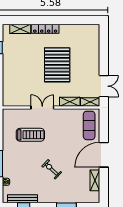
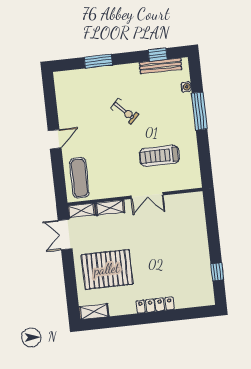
shelving: (20, 29) -> (94, 312), moved
pallet: (57, 65) -> (107, 269), moved, turned 90
door: (104, 155) -> (55, 139), width x0.53
shelving: (95, 180) -> (63, 102), removed

